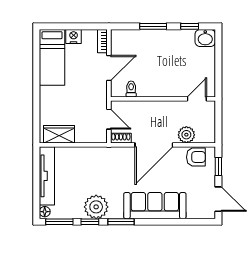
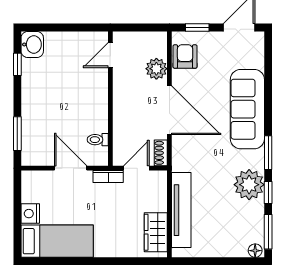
window: (153, 26) -> (17, 134), moved
bookcase: (102, 41) -> (108, 176), moved
door: (197, 99) -> (110, 55), hinge flipped
tv unit: (47, 176) -> (181, 210), moved, turned 90

